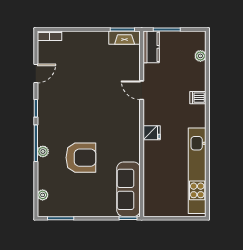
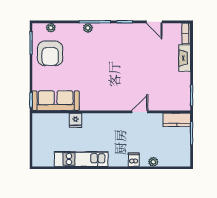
fireplace: (125, 38) -> (185, 58), moved
plant: (200, 56) -> (153, 162), moved
fridge: (152, 133) -> (75, 120), moved
armchair: (81, 158) -> (50, 53), moved
kitchen unit: (197, 171) -> (81, 159), width x0.73

